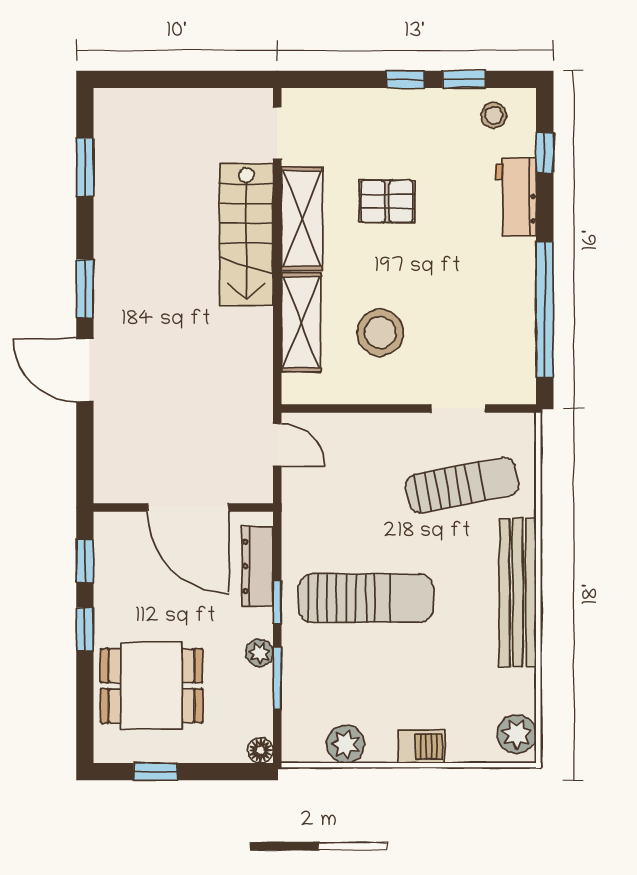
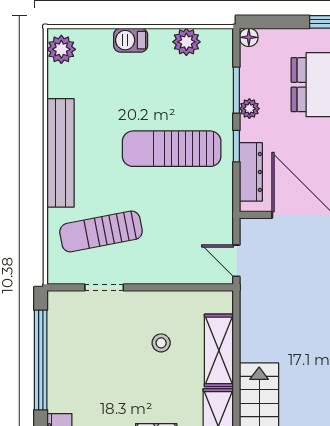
stool: (380, 333) -> (161, 343), width x0.53, depth x0.53

